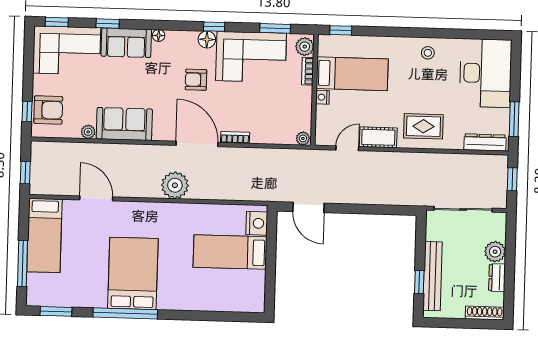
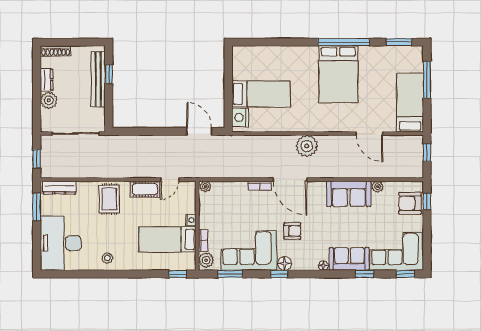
rug: (423, 126) -> (109, 199), turned 90

